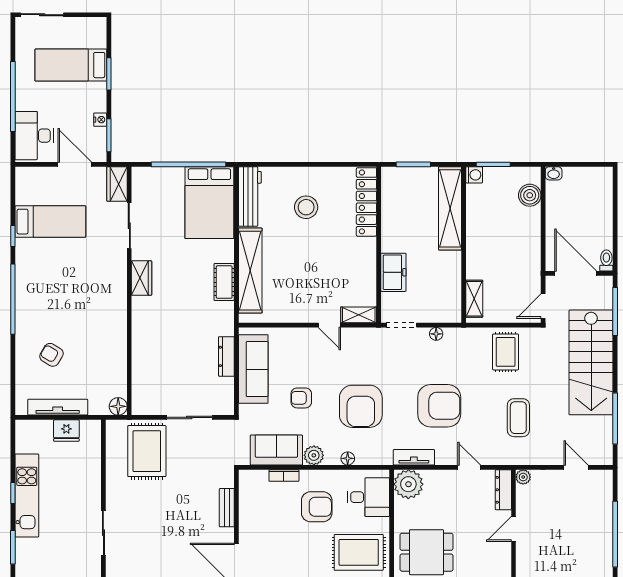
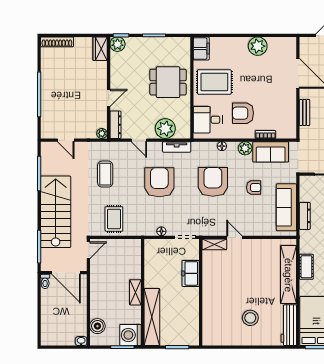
washing machine: (474, 175) -> (130, 335), width x1.89, depth x1.89
locker: (366, 202) -> (209, 322), removed
shelving: (474, 299) -> (135, 292), moved
armchair: (439, 406) -> (159, 182), turned 90
plant: (408, 484) -> (165, 129), moved

